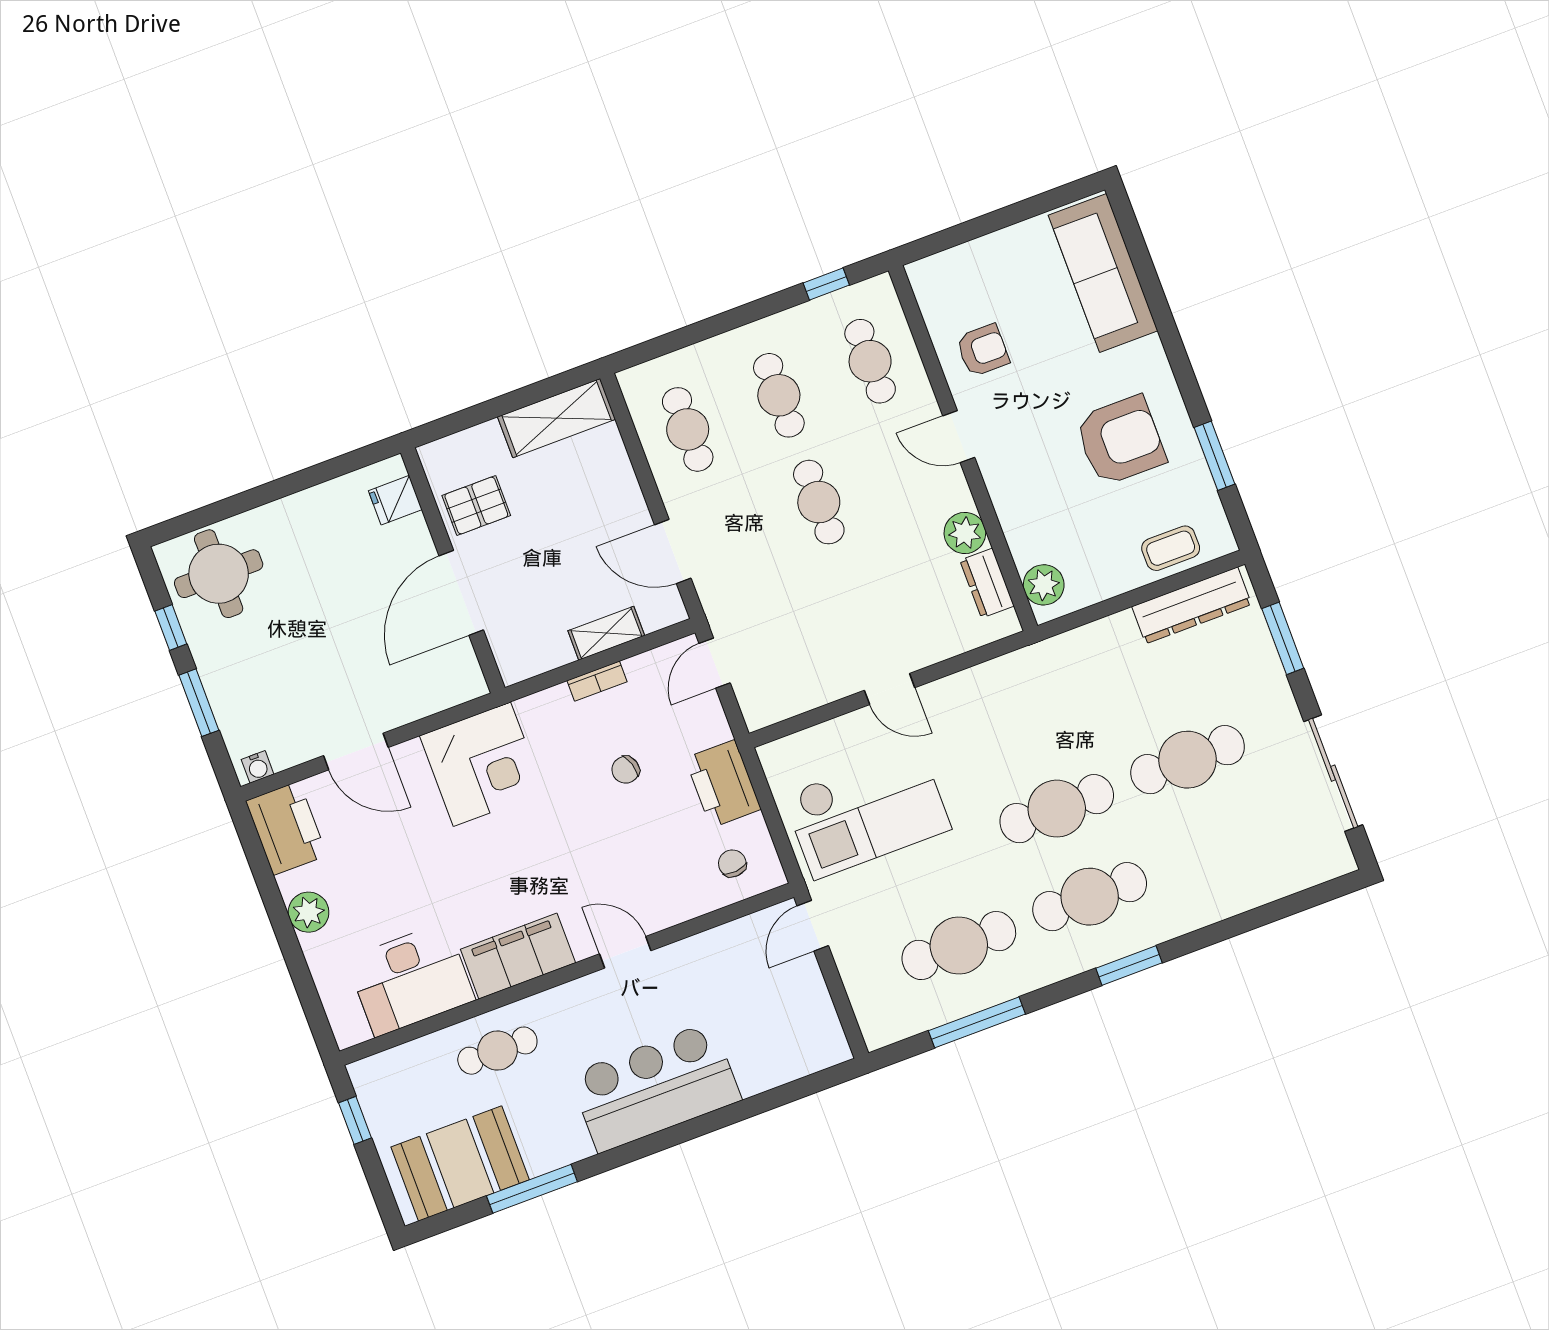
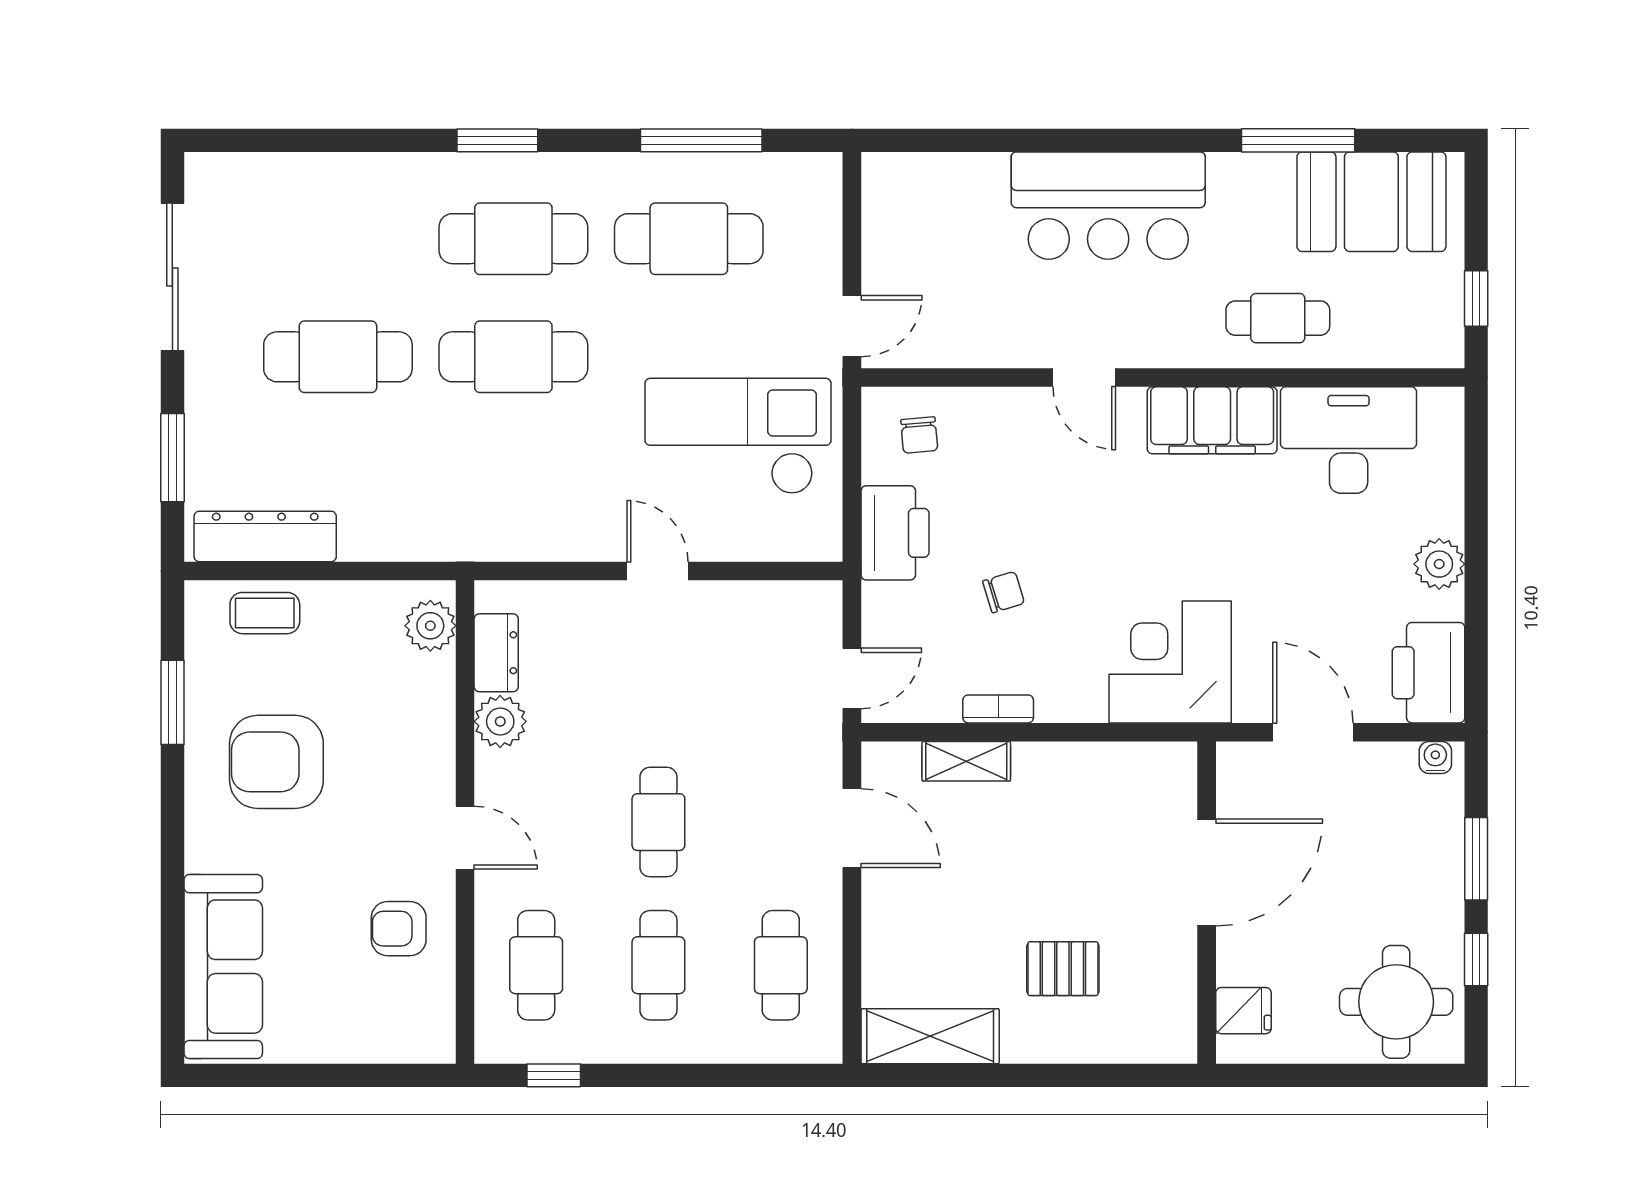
fridge: (395, 500) -> (1243, 1011), moved
wall: (453, 570) -> (1207, 903), moved
door: (461, 593) -> (1207, 872), moved

